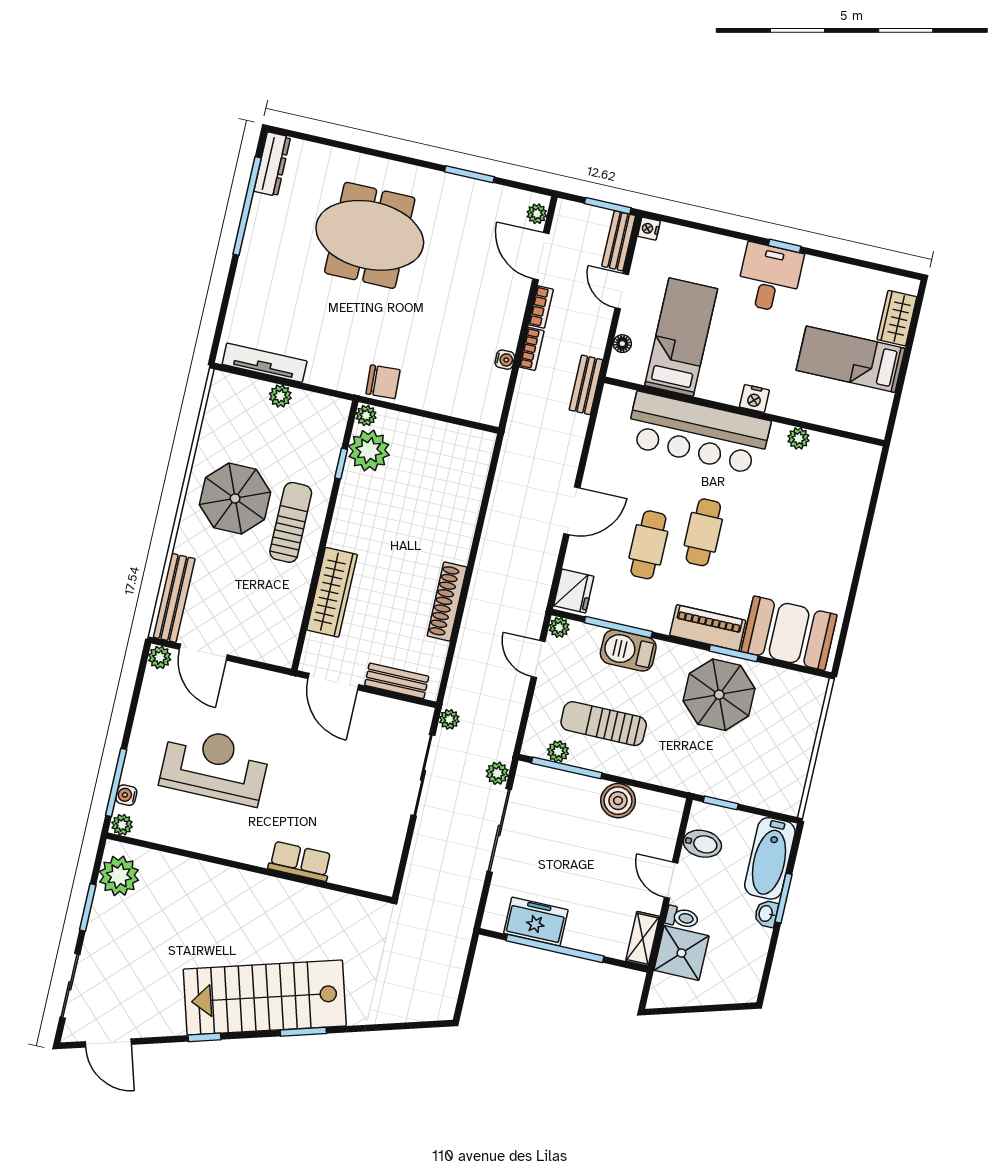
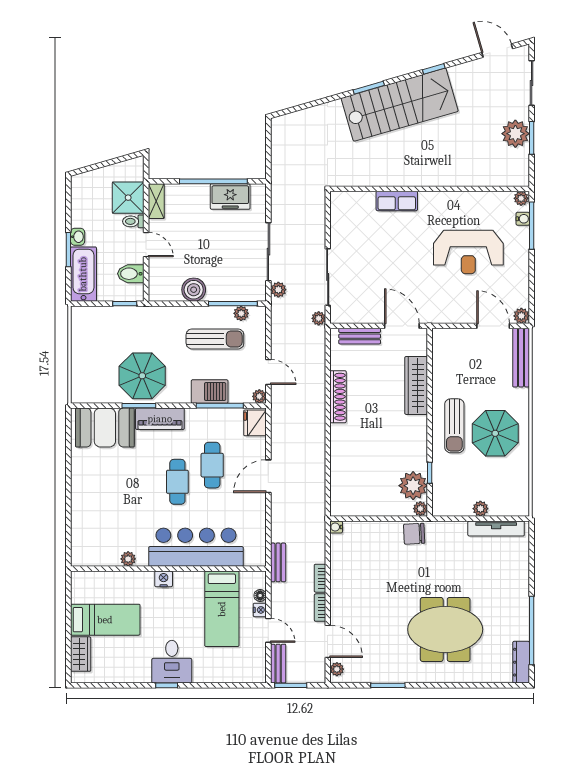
nightstand: (649, 229) -> (260, 610), moved
water cooler: (505, 360) -> (336, 527), moved
plant: (119, 876) -> (515, 134), moved

